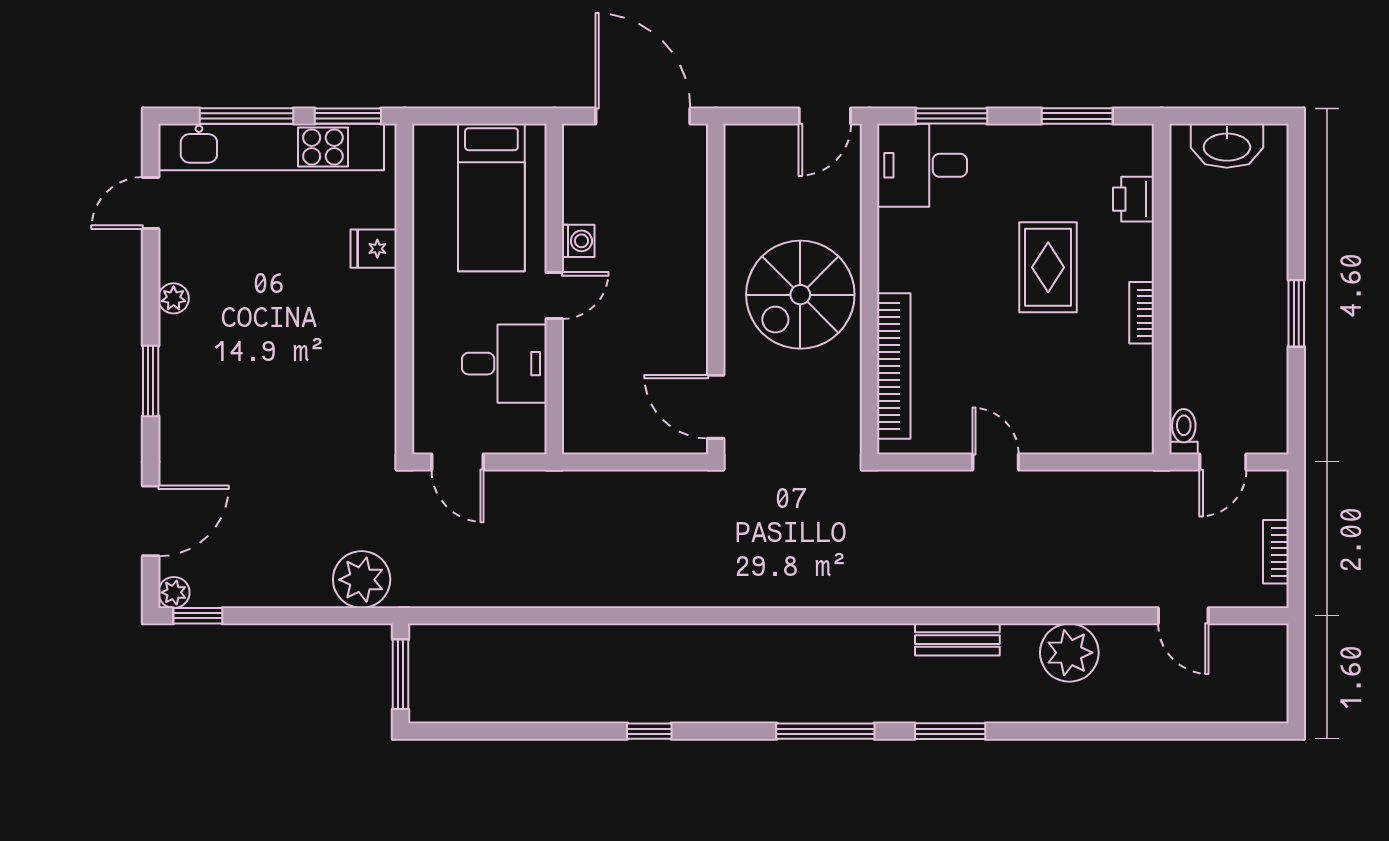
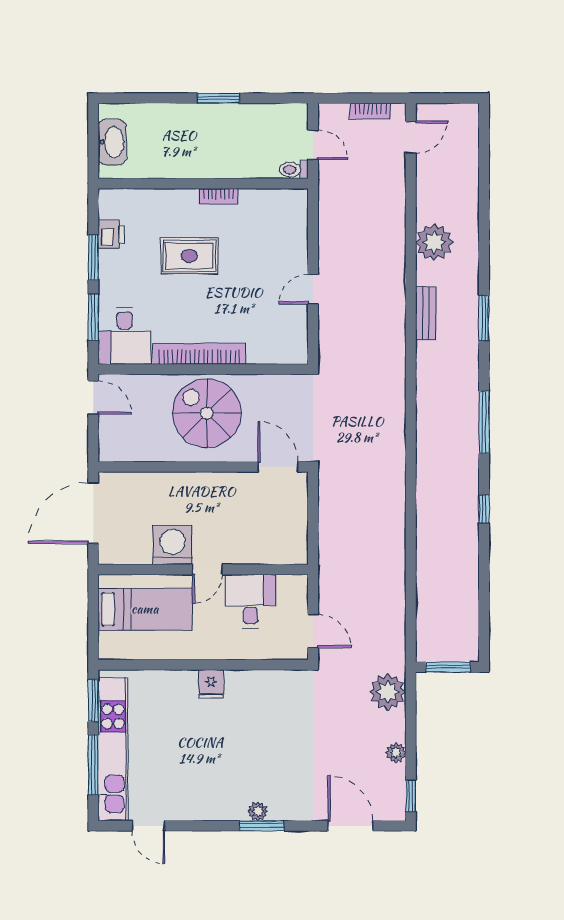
window: (1077, 116) -> (93, 258), moved
printer: (1134, 199) -> (111, 234), moved, turned -90
washing machine: (578, 241) -> (173, 545), width x1.89, depth x1.89
fridge: (374, 249) -> (211, 684), moved
spiral stairs: (800, 295) -> (207, 413), turned 180
door: (554, 296) -> (207, 569), swing flipped
plant: (174, 298) -> (258, 811), moved
bookcase: (894, 366) -> (199, 354), moved
door: (716, 407) -> (278, 467), swing flipped
door: (458, 462) -> (313, 631), hinge flipped
plant: (174, 592) -> (396, 753), moved
door: (1183, 616) -> (411, 137), moved
window: (825, 731) -> (484, 422), moved

